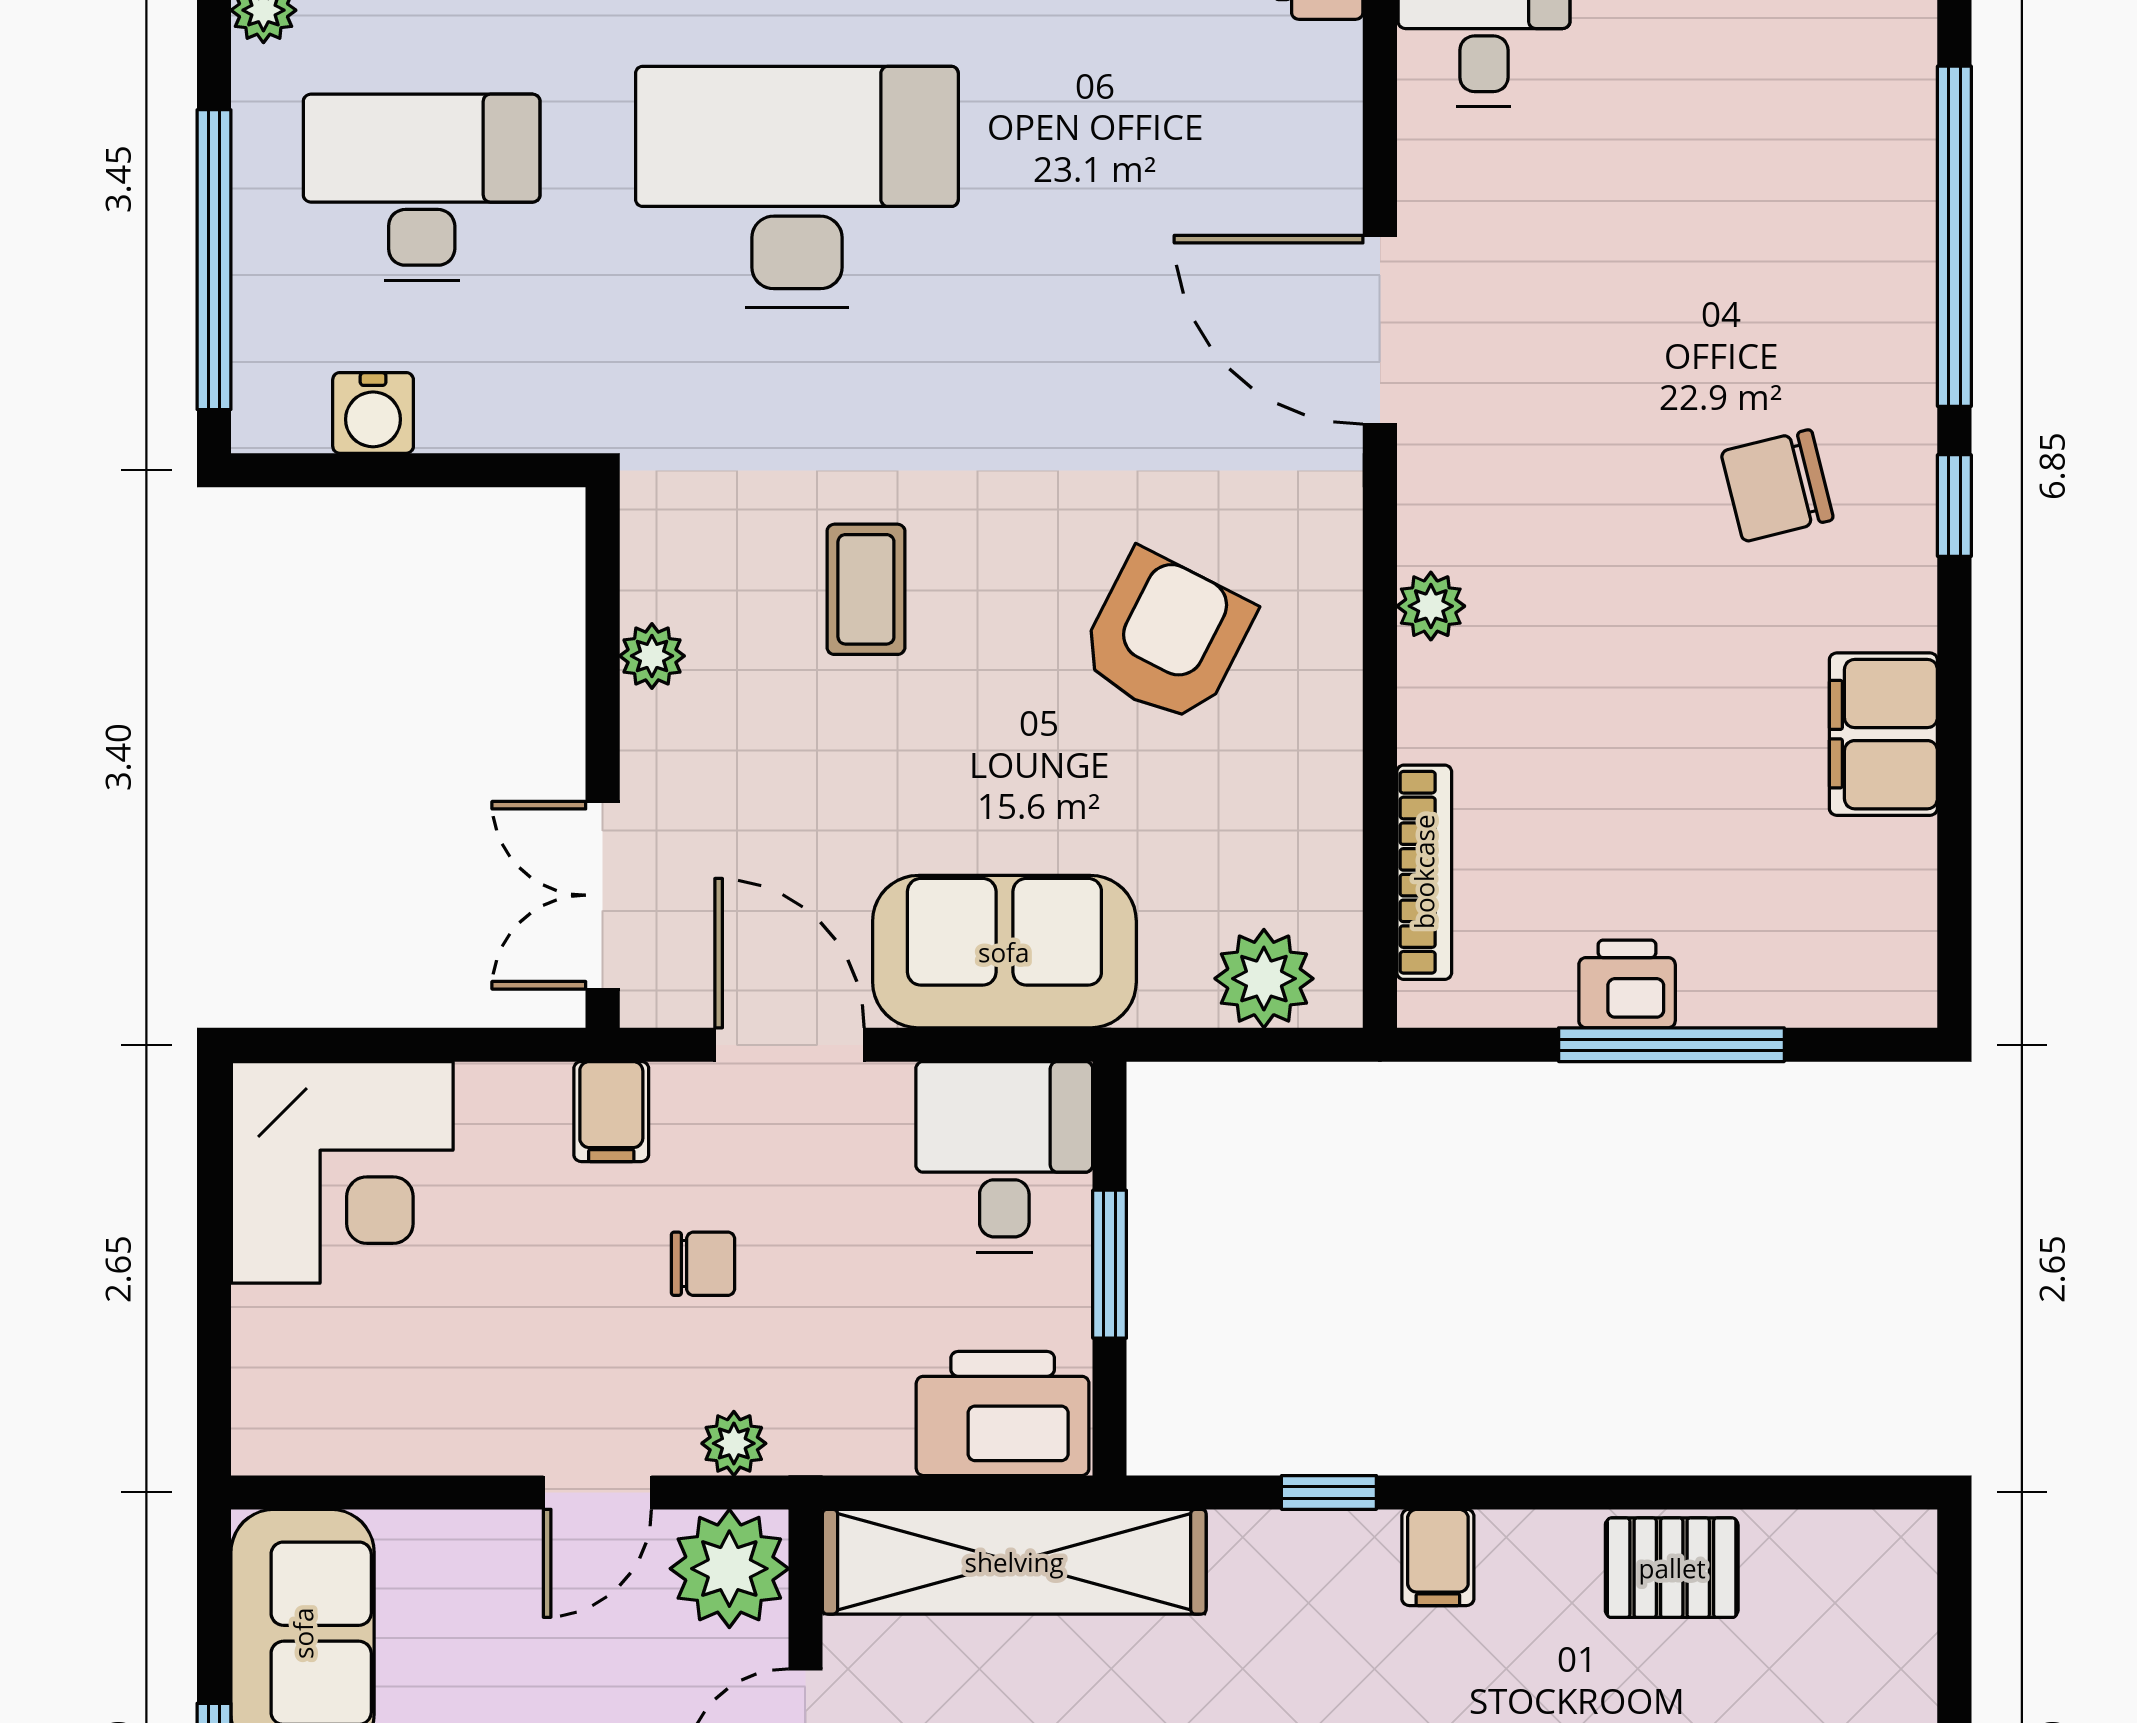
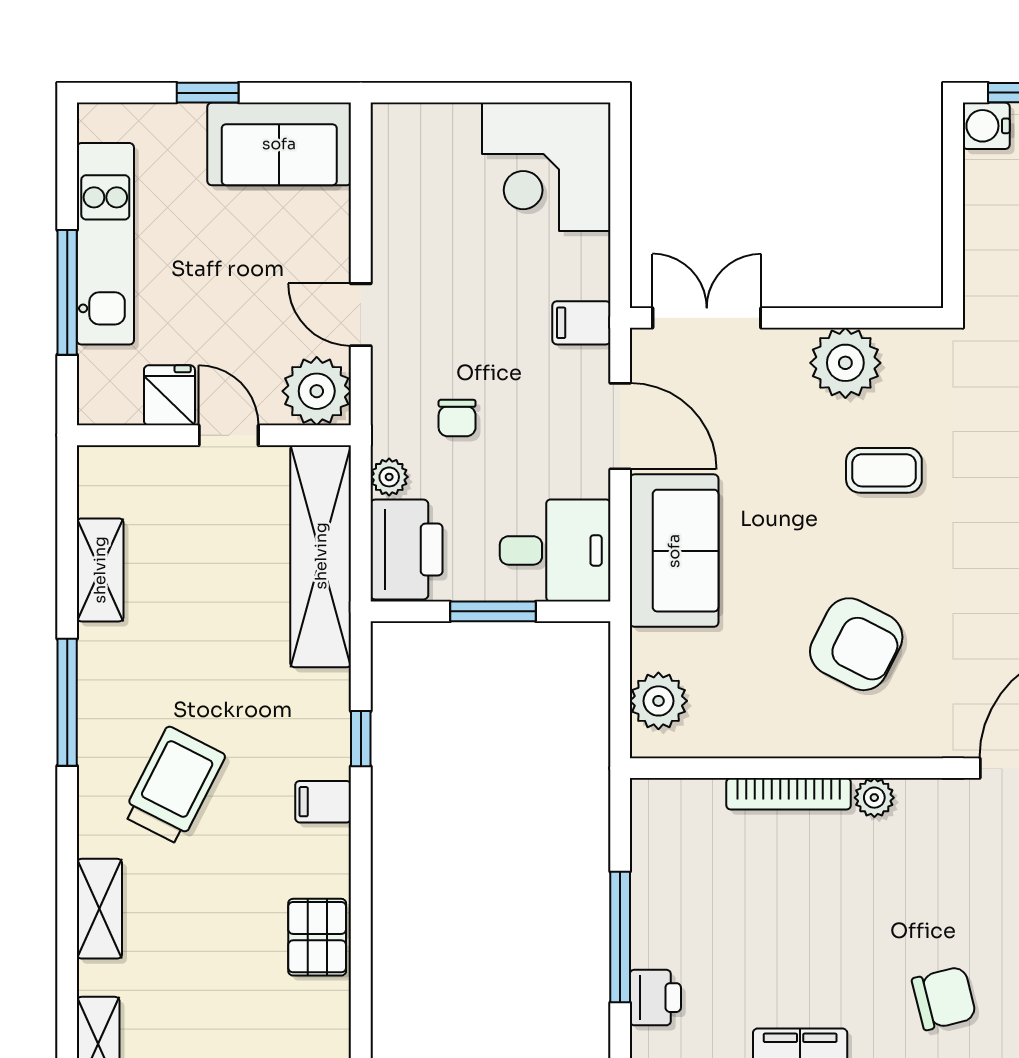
water cooler: (373, 413) -> (986, 126), moved
chair: (1777, 486) -> (944, 998), turned 90
plant: (652, 656) -> (845, 363), width x1.88, depth x1.88
bookcase: (1424, 872) -> (789, 794), moved
printer: (1627, 984) -> (655, 998), moved
door: (790, 1045) -> (620, 426), hinge flipped
chair: (703, 1264) -> (457, 418), moved
plant: (734, 1443) -> (389, 477), moved

